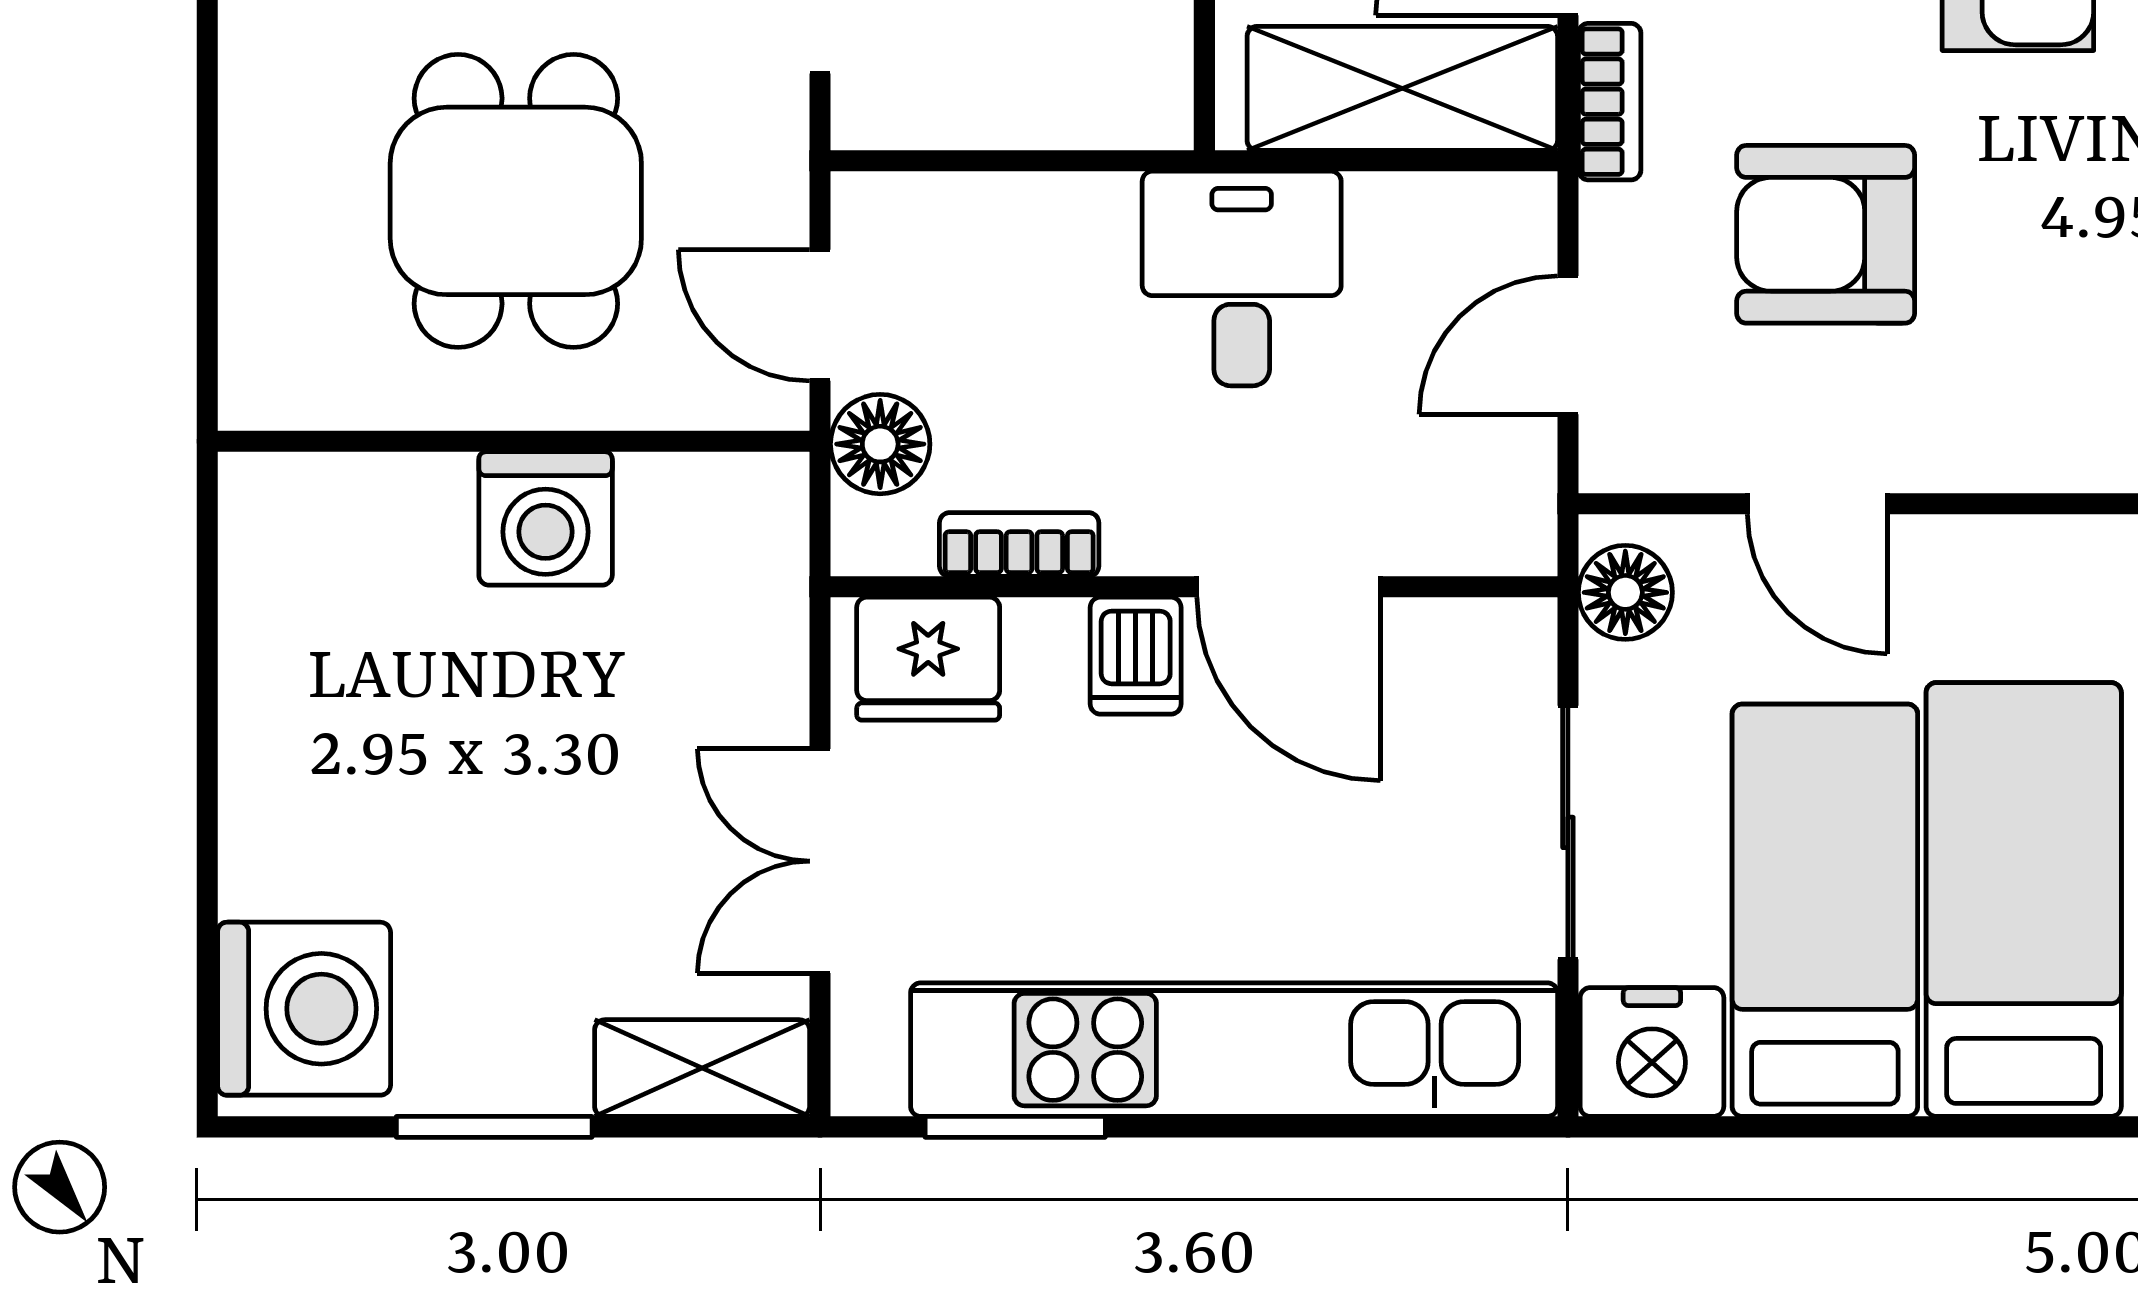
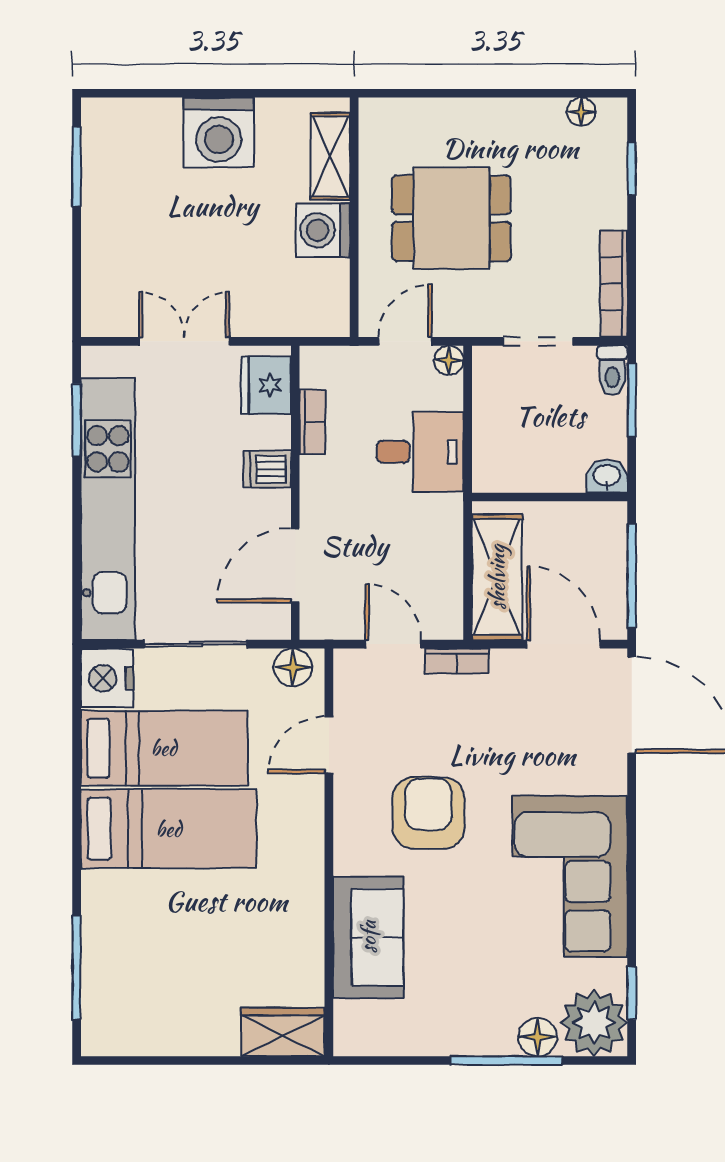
bookcase: (1610, 102) -> (457, 661), moved
armchair: (1826, 234) -> (429, 813), moved
desk: (1242, 279) -> (420, 452), moved
floor lamp: (880, 444) -> (449, 360), moved, width x0.73, depth x0.73
door: (1289, 587) -> (295, 566), moved
washing machine: (304, 1009) -> (219, 132), moved
shelving: (702, 1068) -> (330, 156), moved
window: (494, 1127) -> (77, 167), moved

